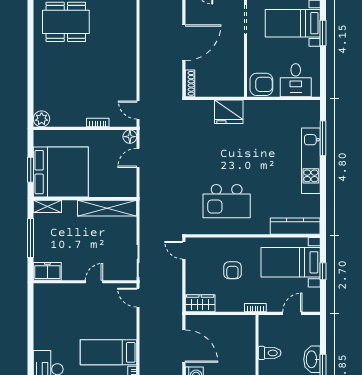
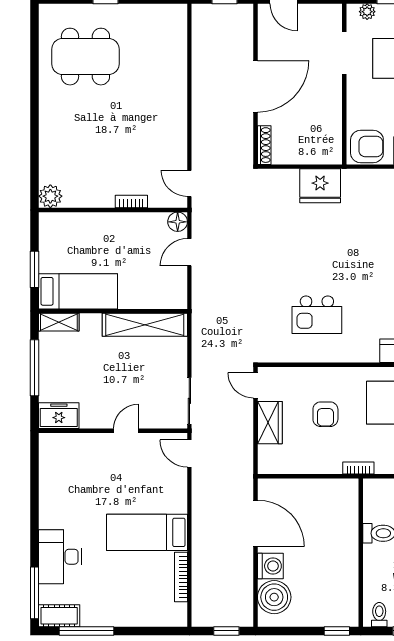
bed: (61, 172) -> (78, 291), width x0.49
kitchen island: (227, 201) -> (317, 315), width x0.73, depth x0.78
wardrobe: (200, 303) -> (270, 423), moved, turned 90

